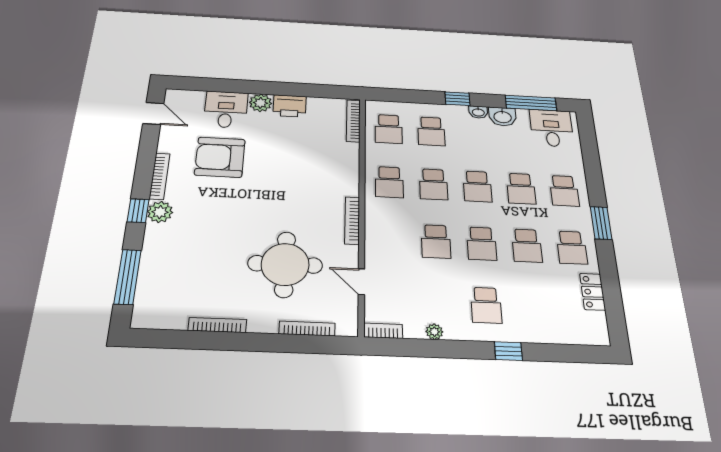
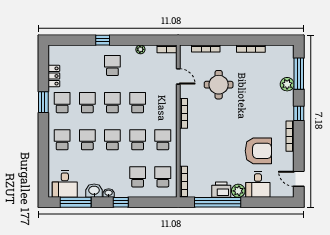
window: (297, 90) -> (218, 202), added
plant: (160, 212) -> (287, 84), moved
window: (601, 223) -> (43, 102), moved
round table: (285, 264) -> (219, 85), width x0.73, depth x0.73

